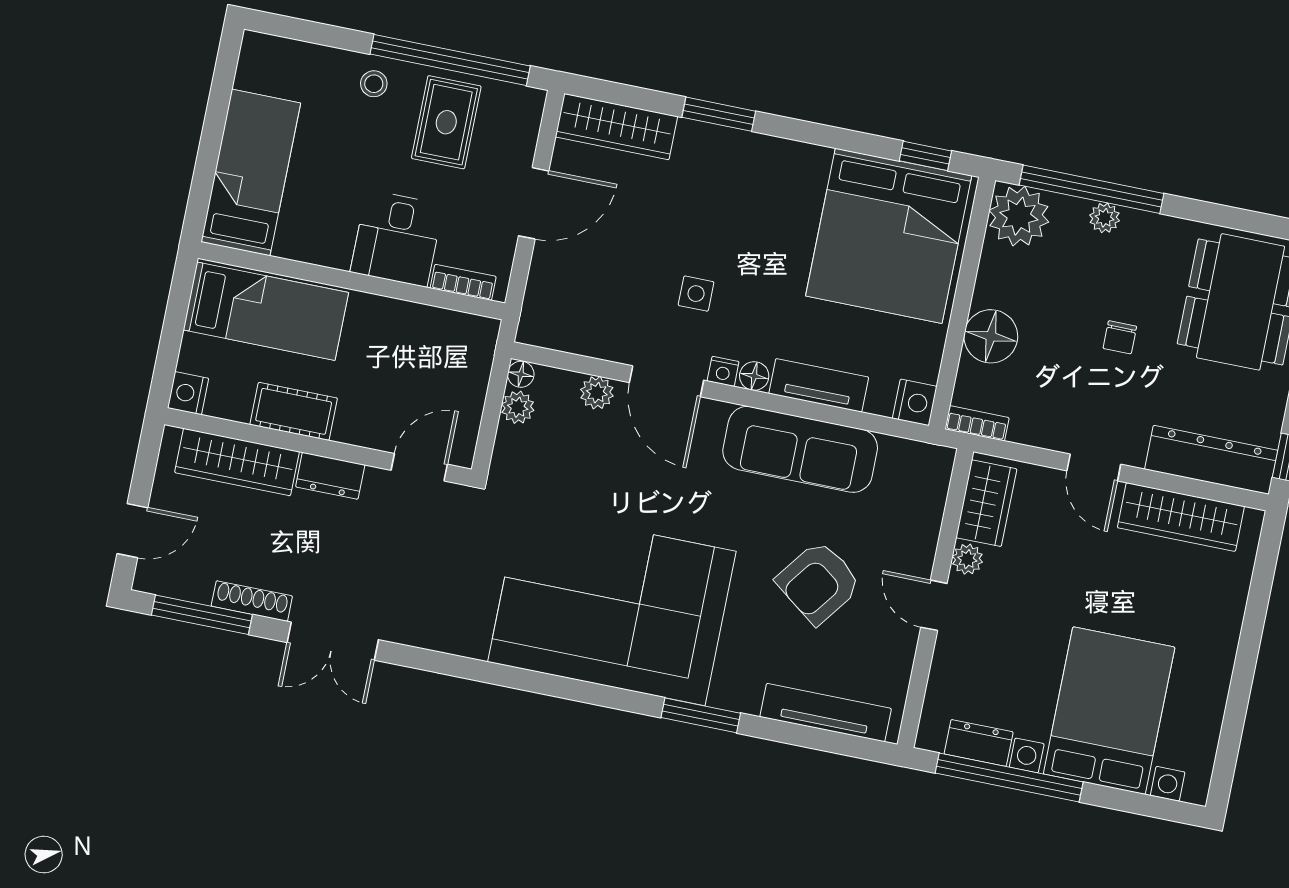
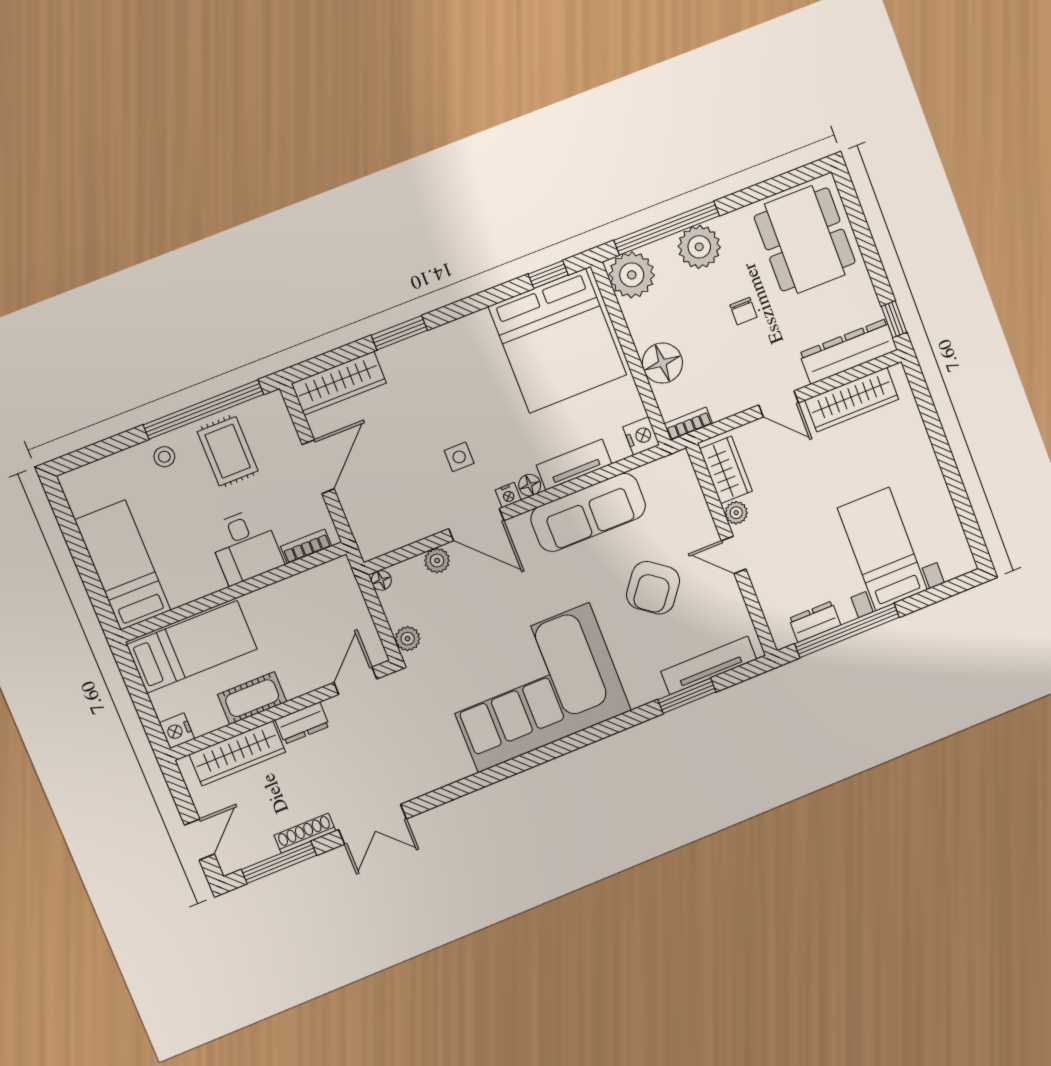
plant: (1105, 218) -> (699, 247), width x1.87, depth x1.87
plant: (518, 407) -> (408, 639), moved
bed with nightstands: (1109, 711) -> (882, 549), width x0.73
window: (701, 715) -> (687, 696), moved

